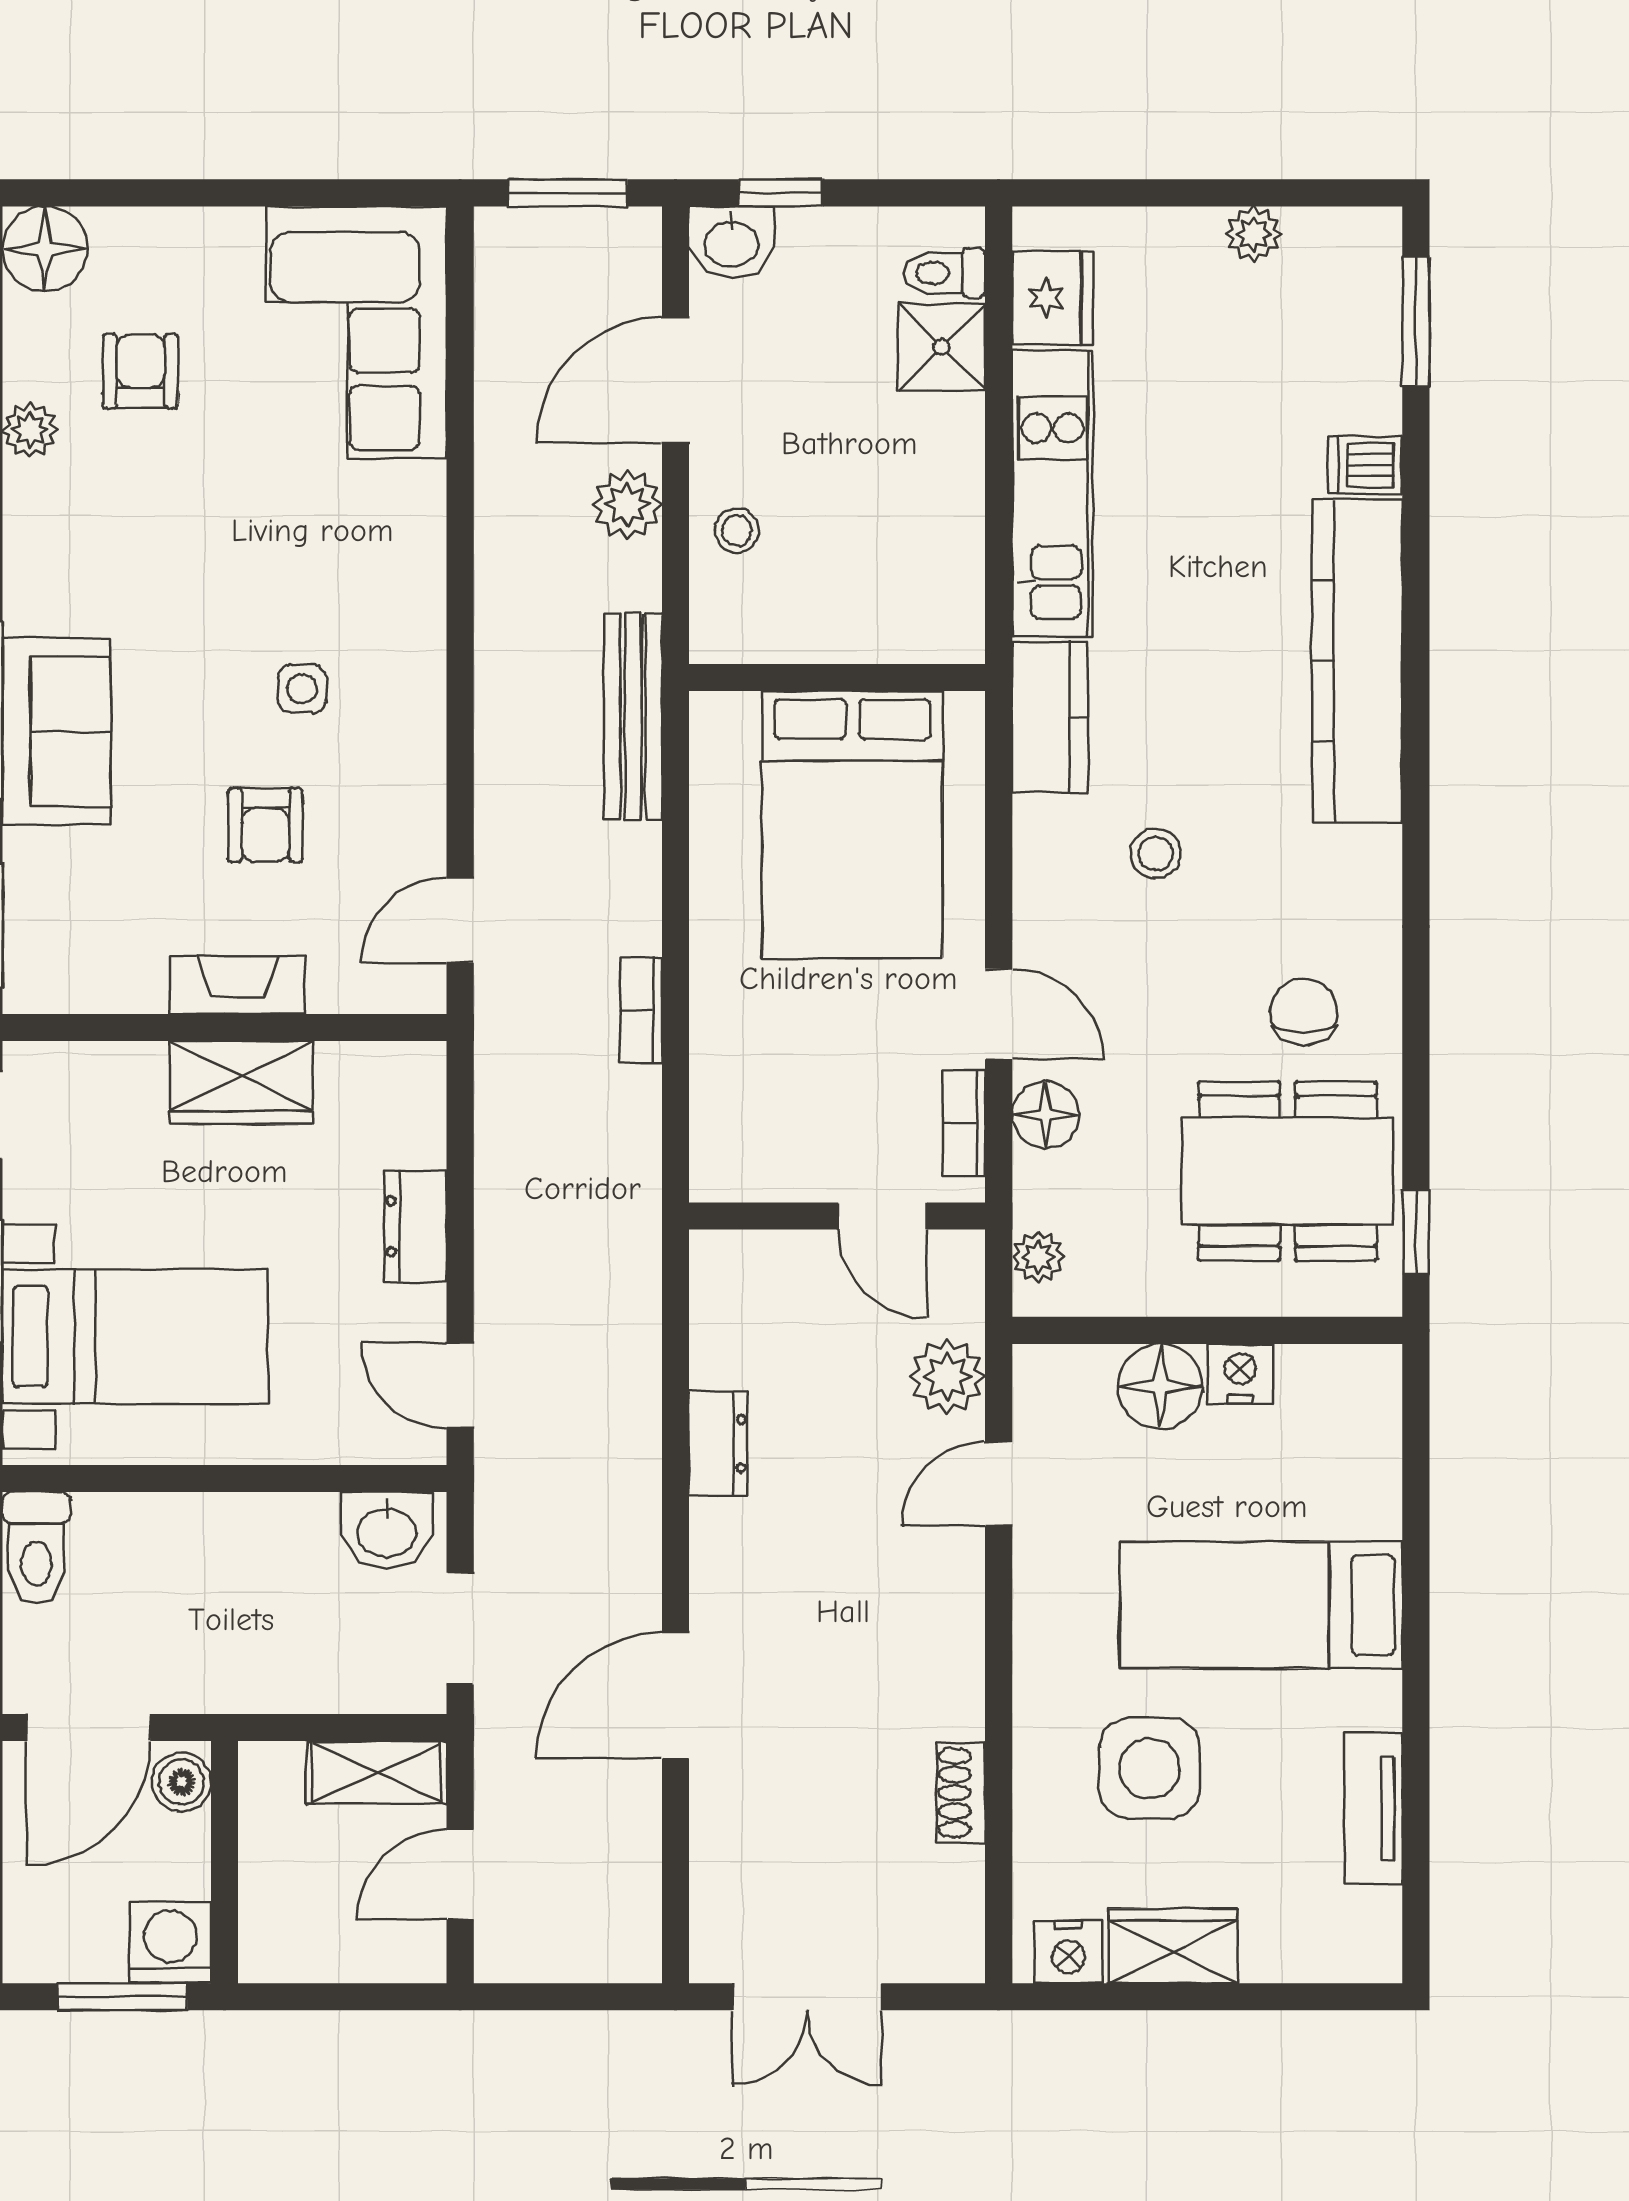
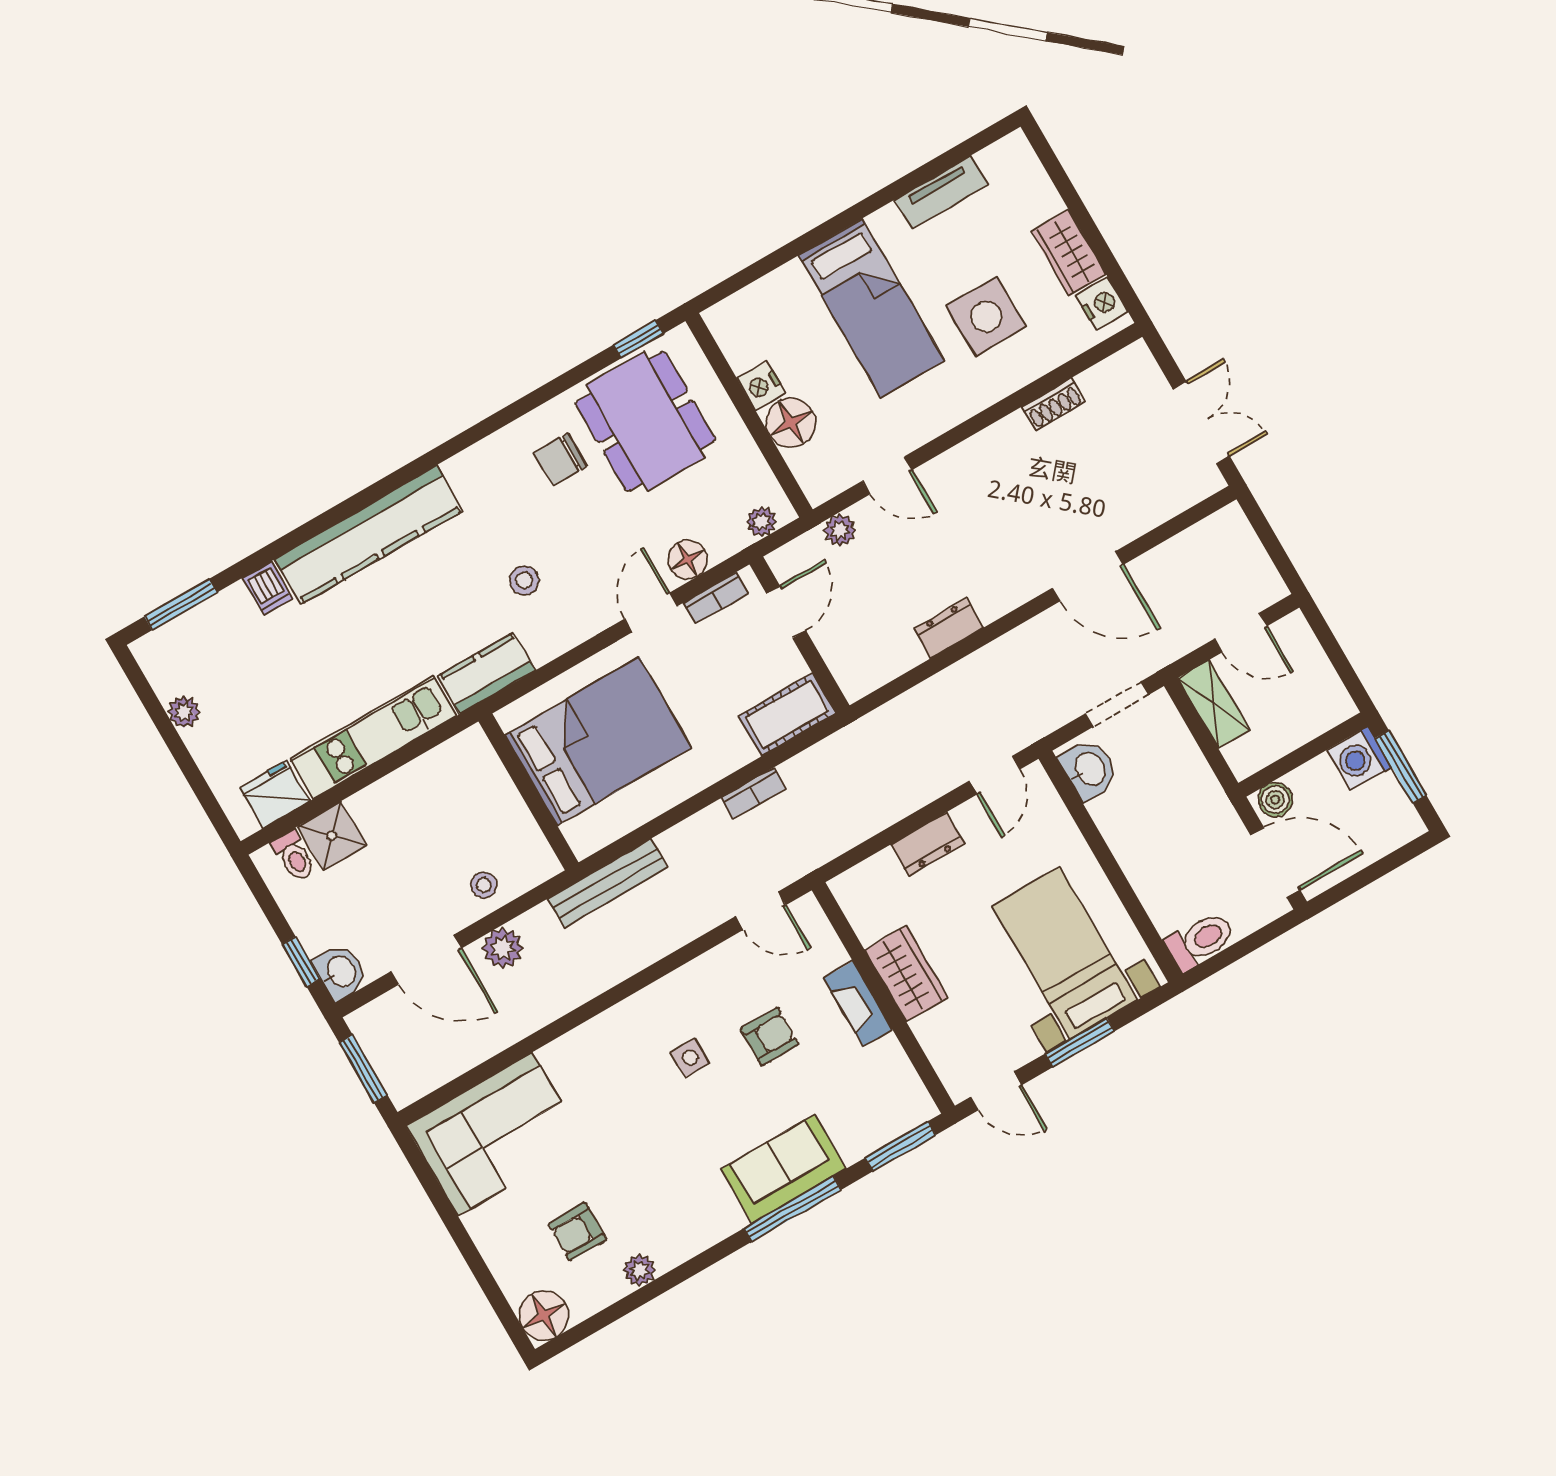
cot: (729, 1129) -> (787, 715), added
plant: (947, 1377) -> (840, 530), width x0.73, depth x0.73

